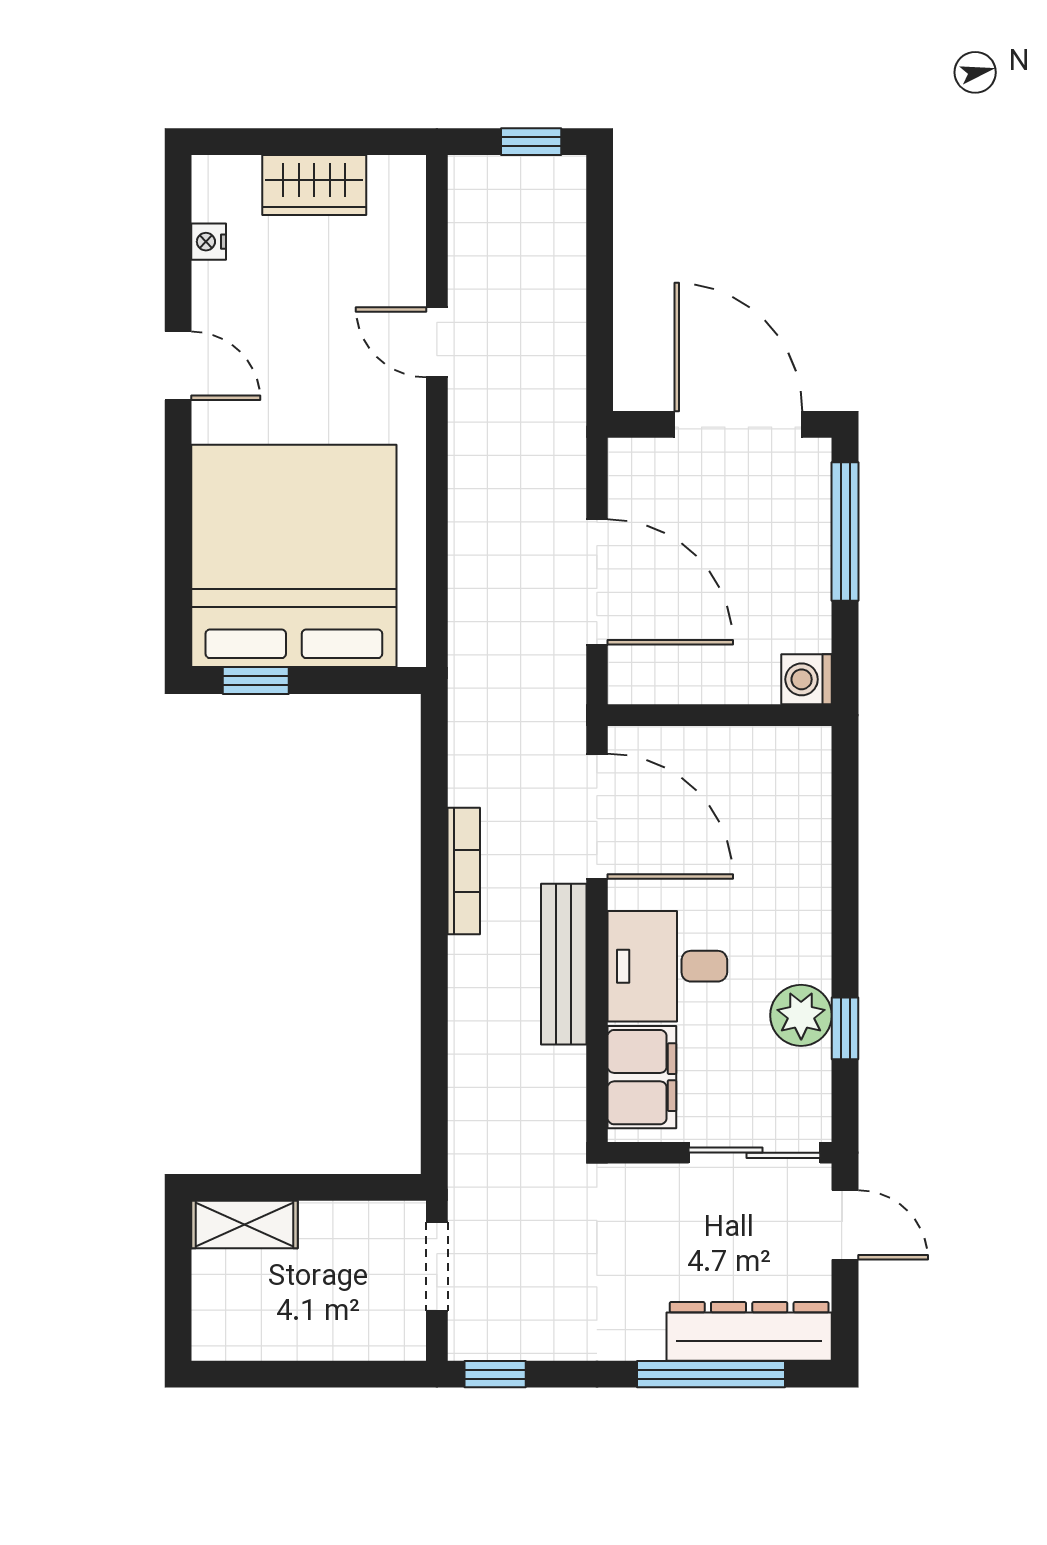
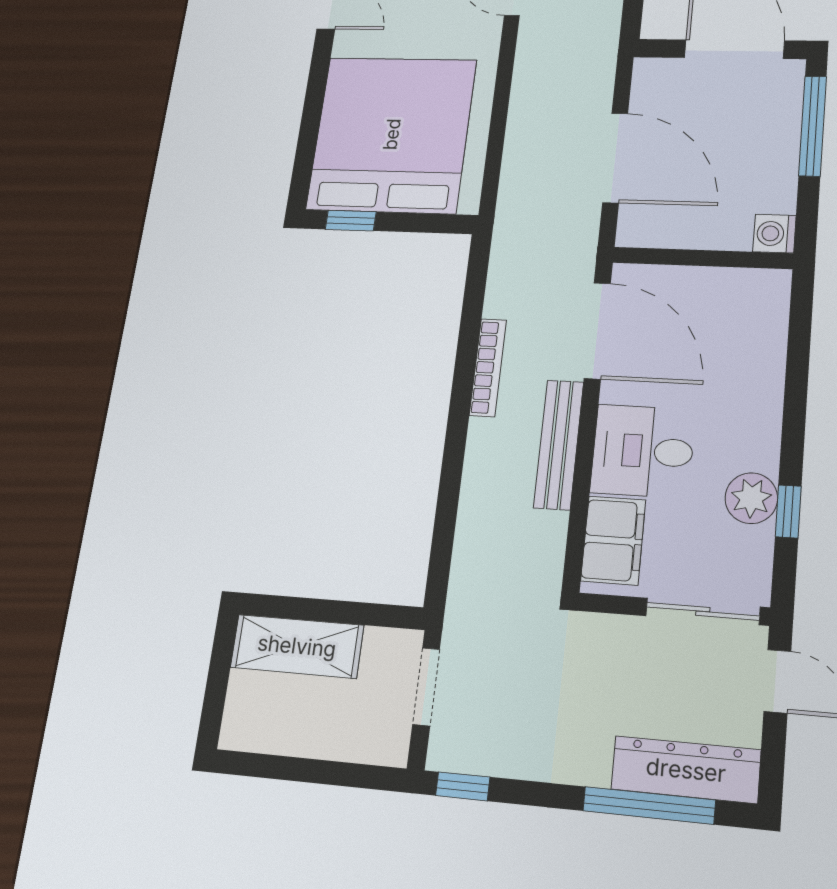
shelving: (245, 1225) -> (297, 646), width x1.50, depth x1.33

